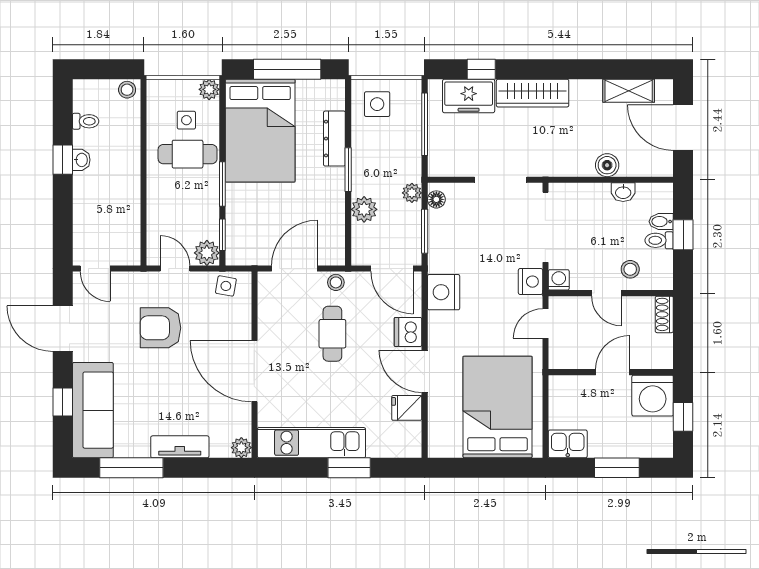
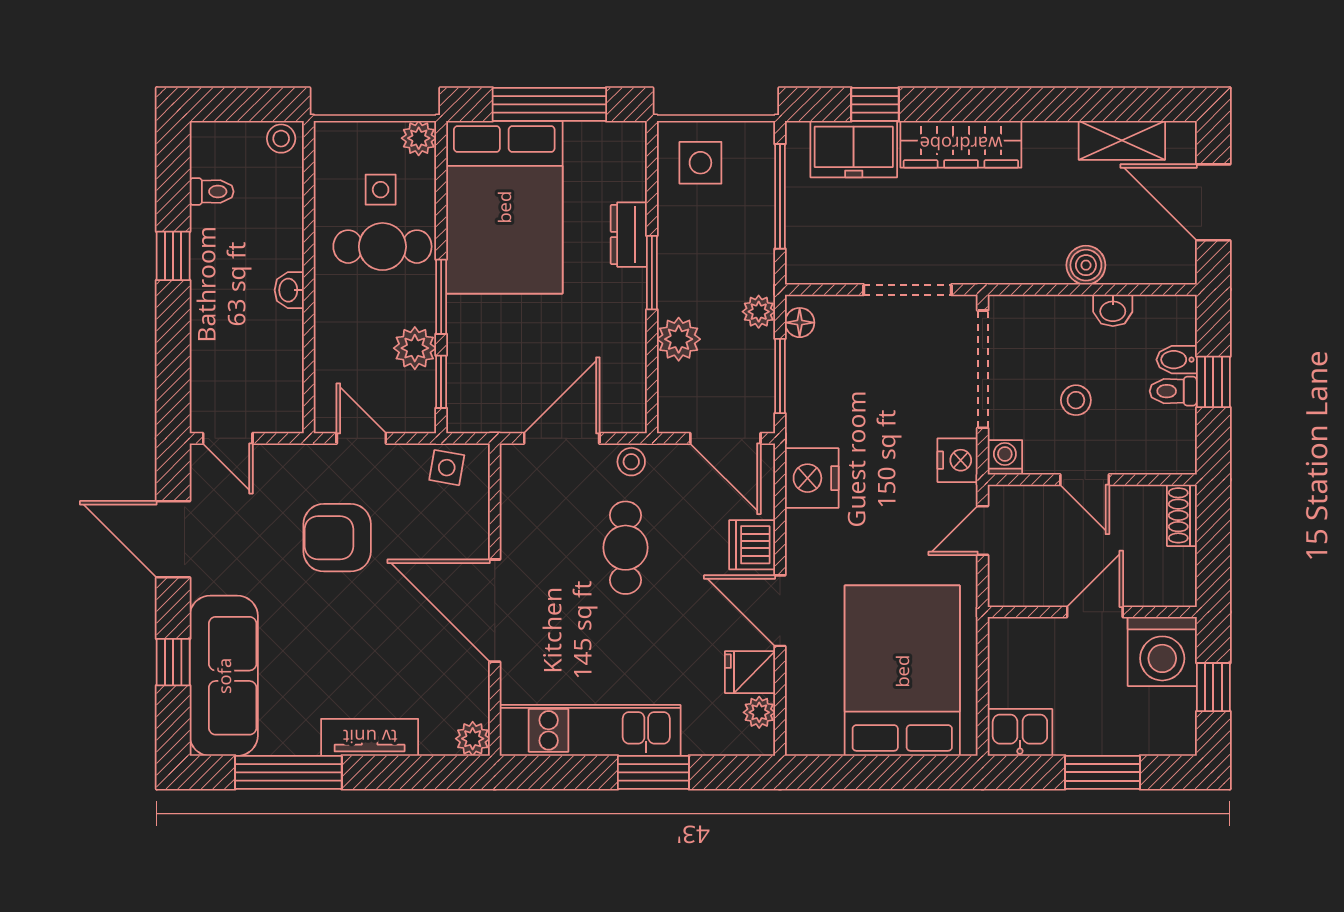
dresser: (334, 139) -> (629, 235), width x0.70
washbasin: (81, 160) -> (289, 290), moved, turned 180
plant: (207, 253) -> (415, 348), moved
stool: (630, 269) -> (1076, 400), moved
plant: (412, 432) -> (759, 712), added

